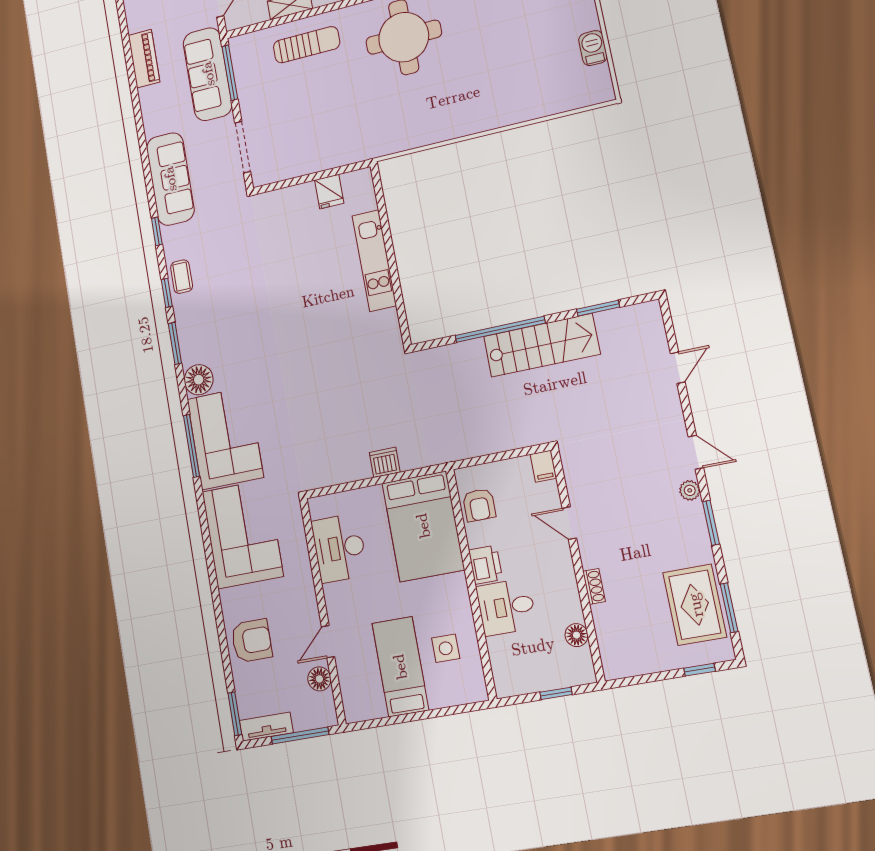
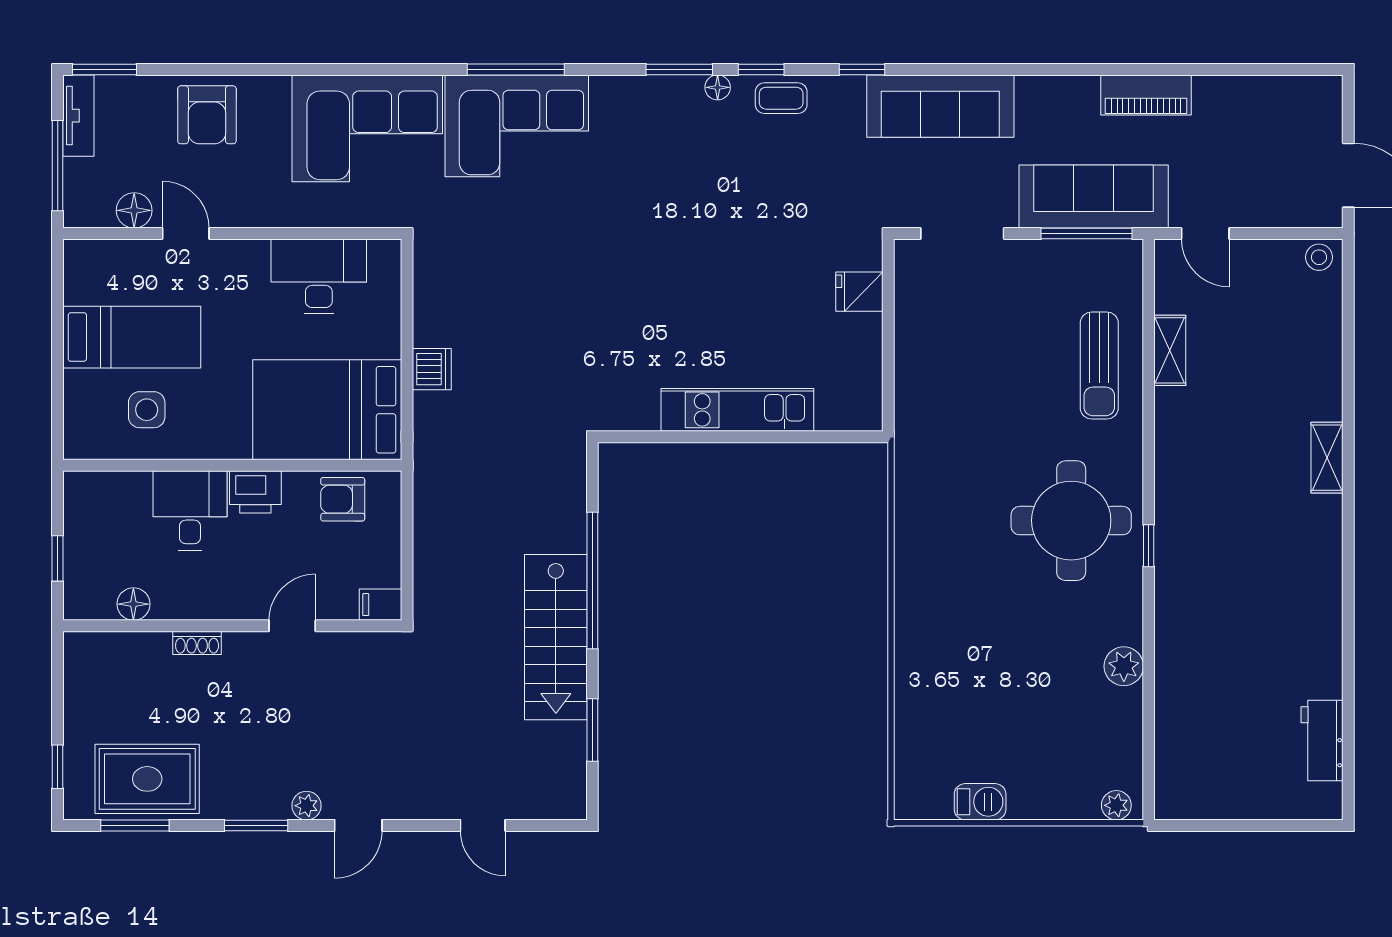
fridge: (329, 192) -> (859, 292), moved
floor lamp: (199, 380) -> (718, 87), moved, width x0.53, depth x0.53

